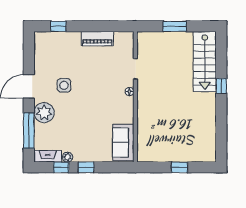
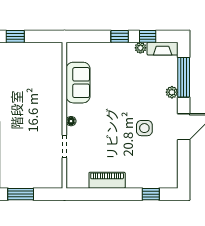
plant: (44, 113) -> (172, 92), width x0.53, depth x0.53
sofa: (123, 142) -> (78, 83), moved

